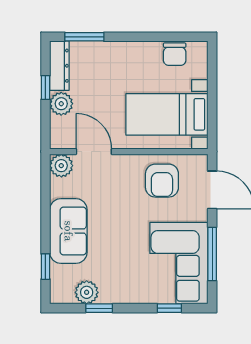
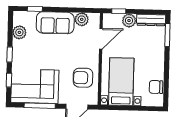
window: (45, 88) -> (119, 11), moved
plant: (61, 166) -> (82, 19), moved
window: (99, 308) -> (10, 55), moved

